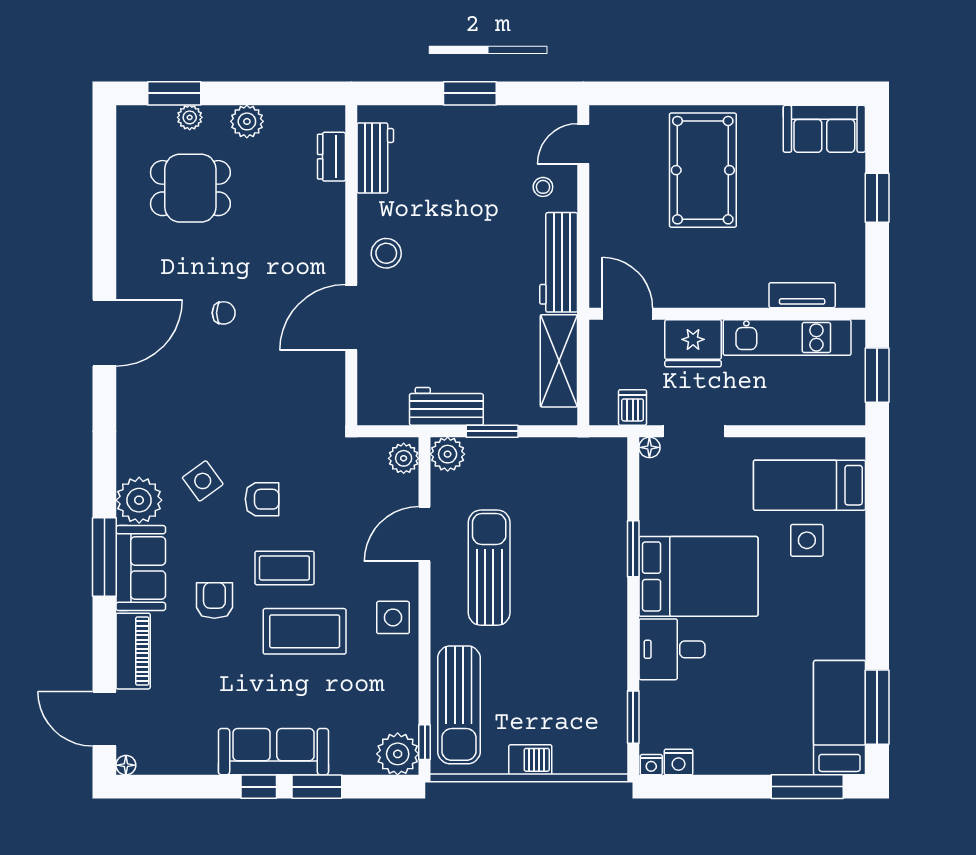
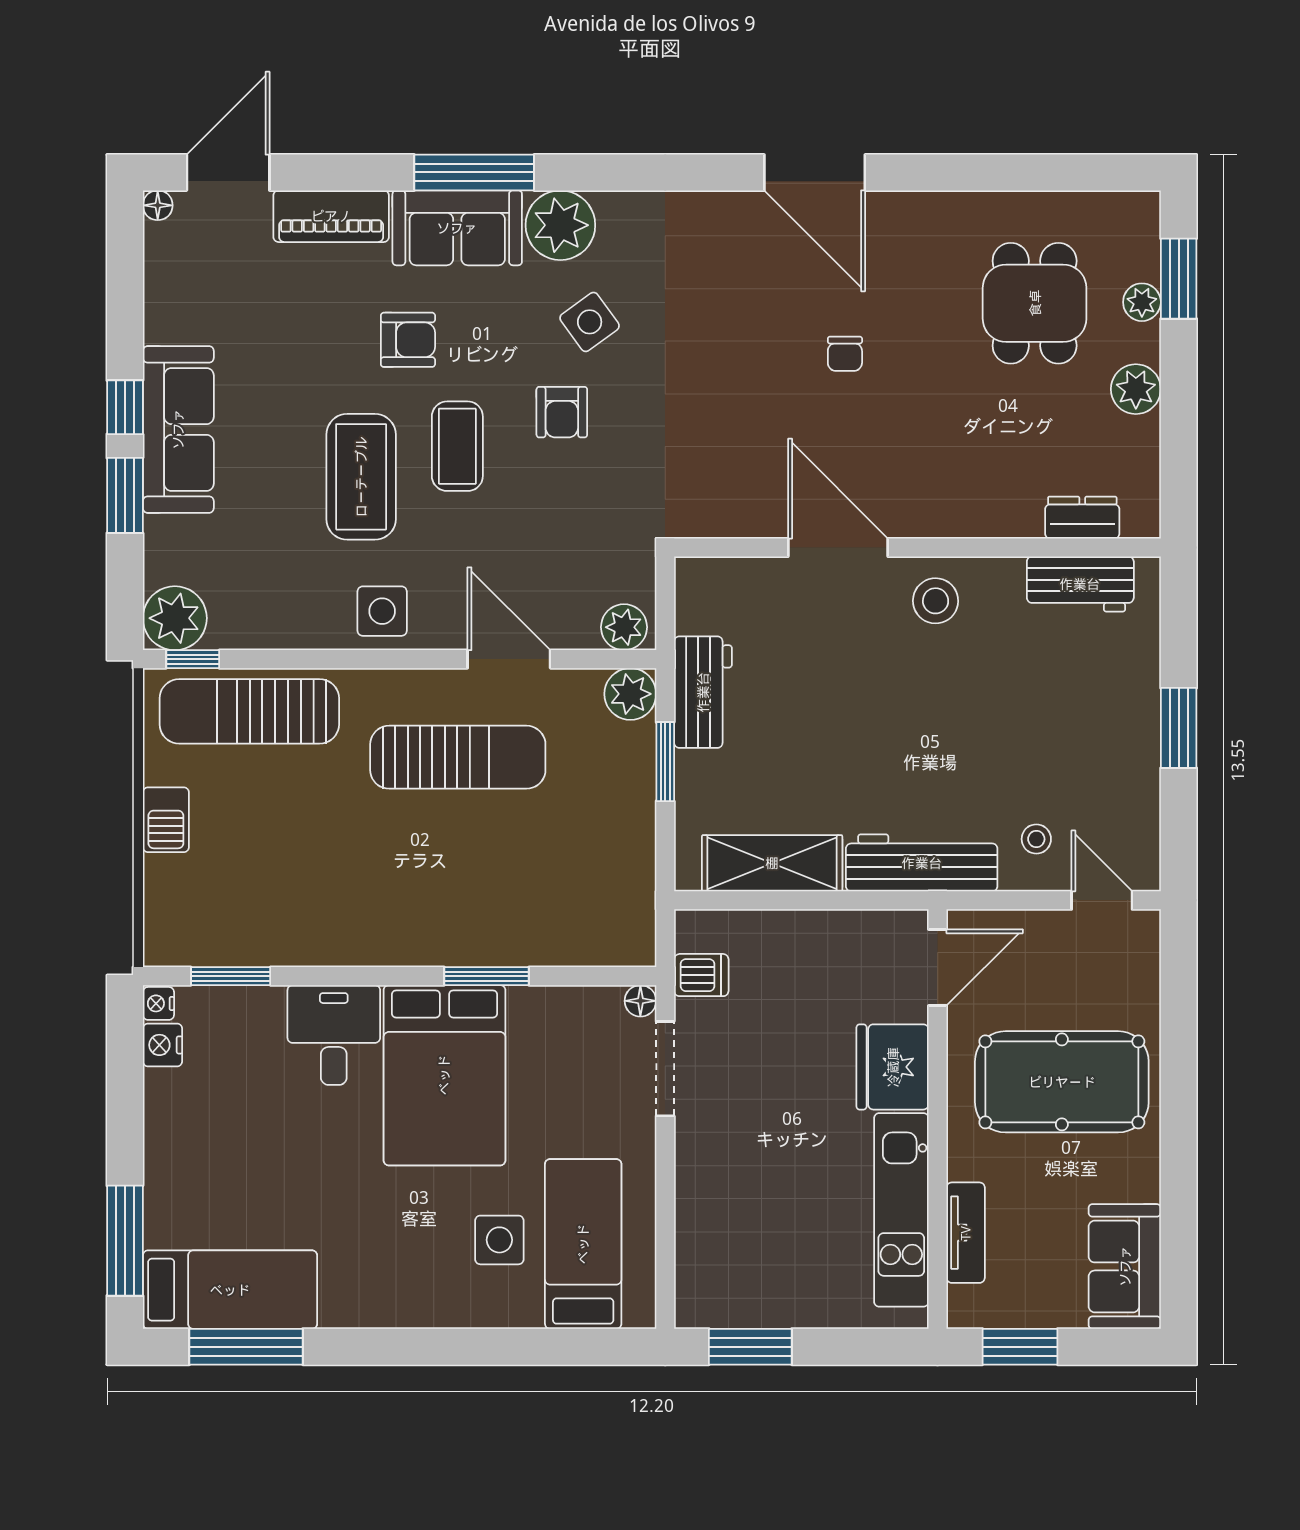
tv unit: (802, 295) -> (966, 1233), moved
door: (628, 314) -> (938, 967), moved
wall: (727, 314) -> (938, 1119), moved
kitchen unit: (787, 337) -> (901, 1210), moved
fridge: (693, 343) -> (893, 1067), moved

